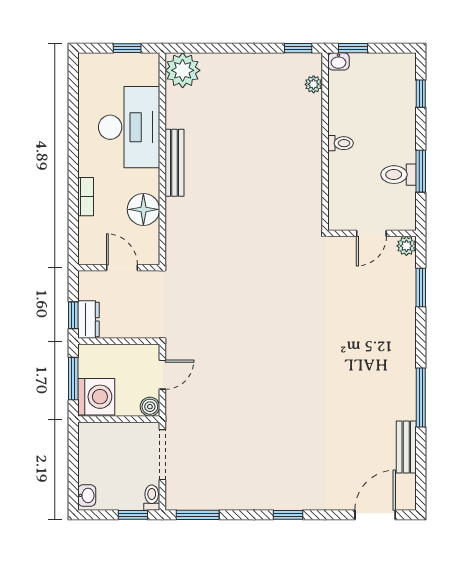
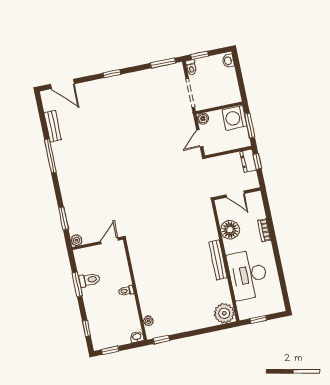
window: (353, 48) -> (110, 350), moved
door: (371, 233) -> (110, 241), moved
door: (375, 515) -> (62, 84), hinge flipped

